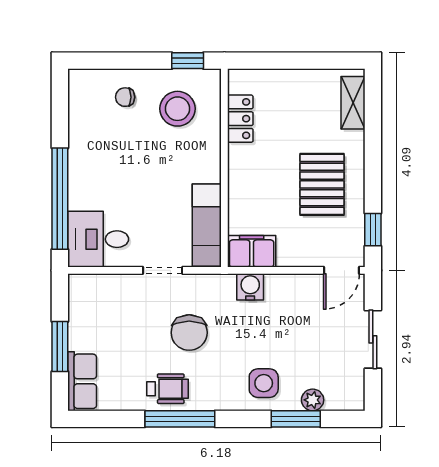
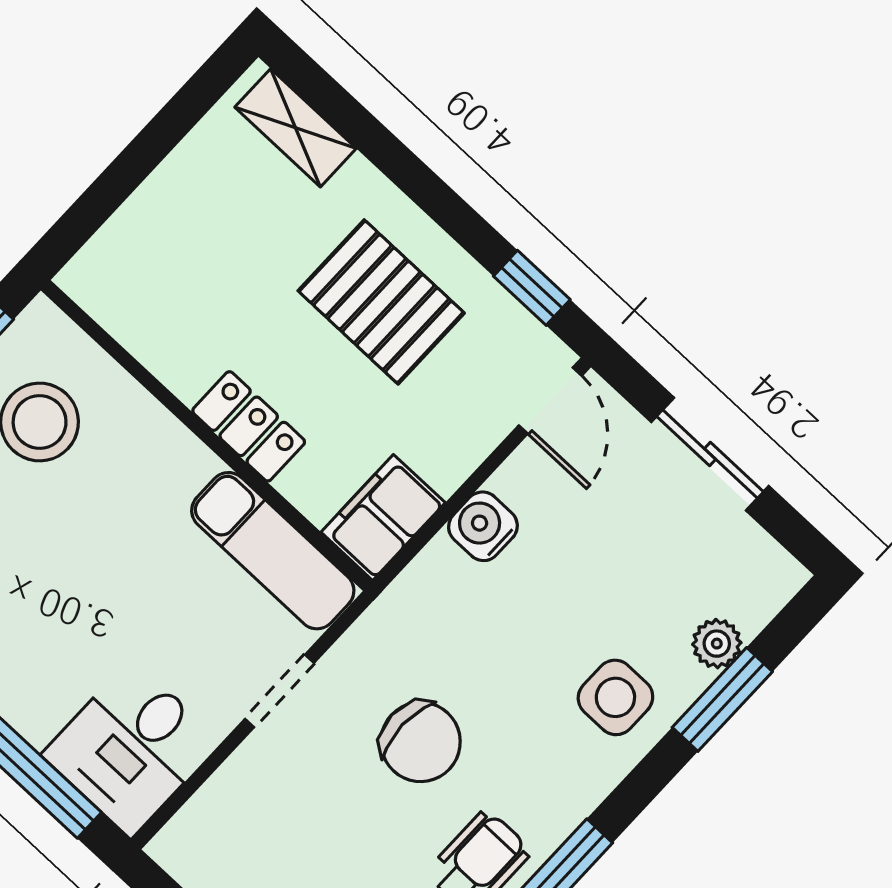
locker: (240, 119) -> (249, 426), moved
water cooler: (250, 287) -> (483, 526), moved

